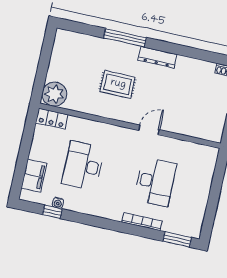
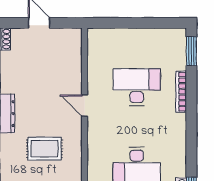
rug: (118, 84) -> (44, 149), turned 90

